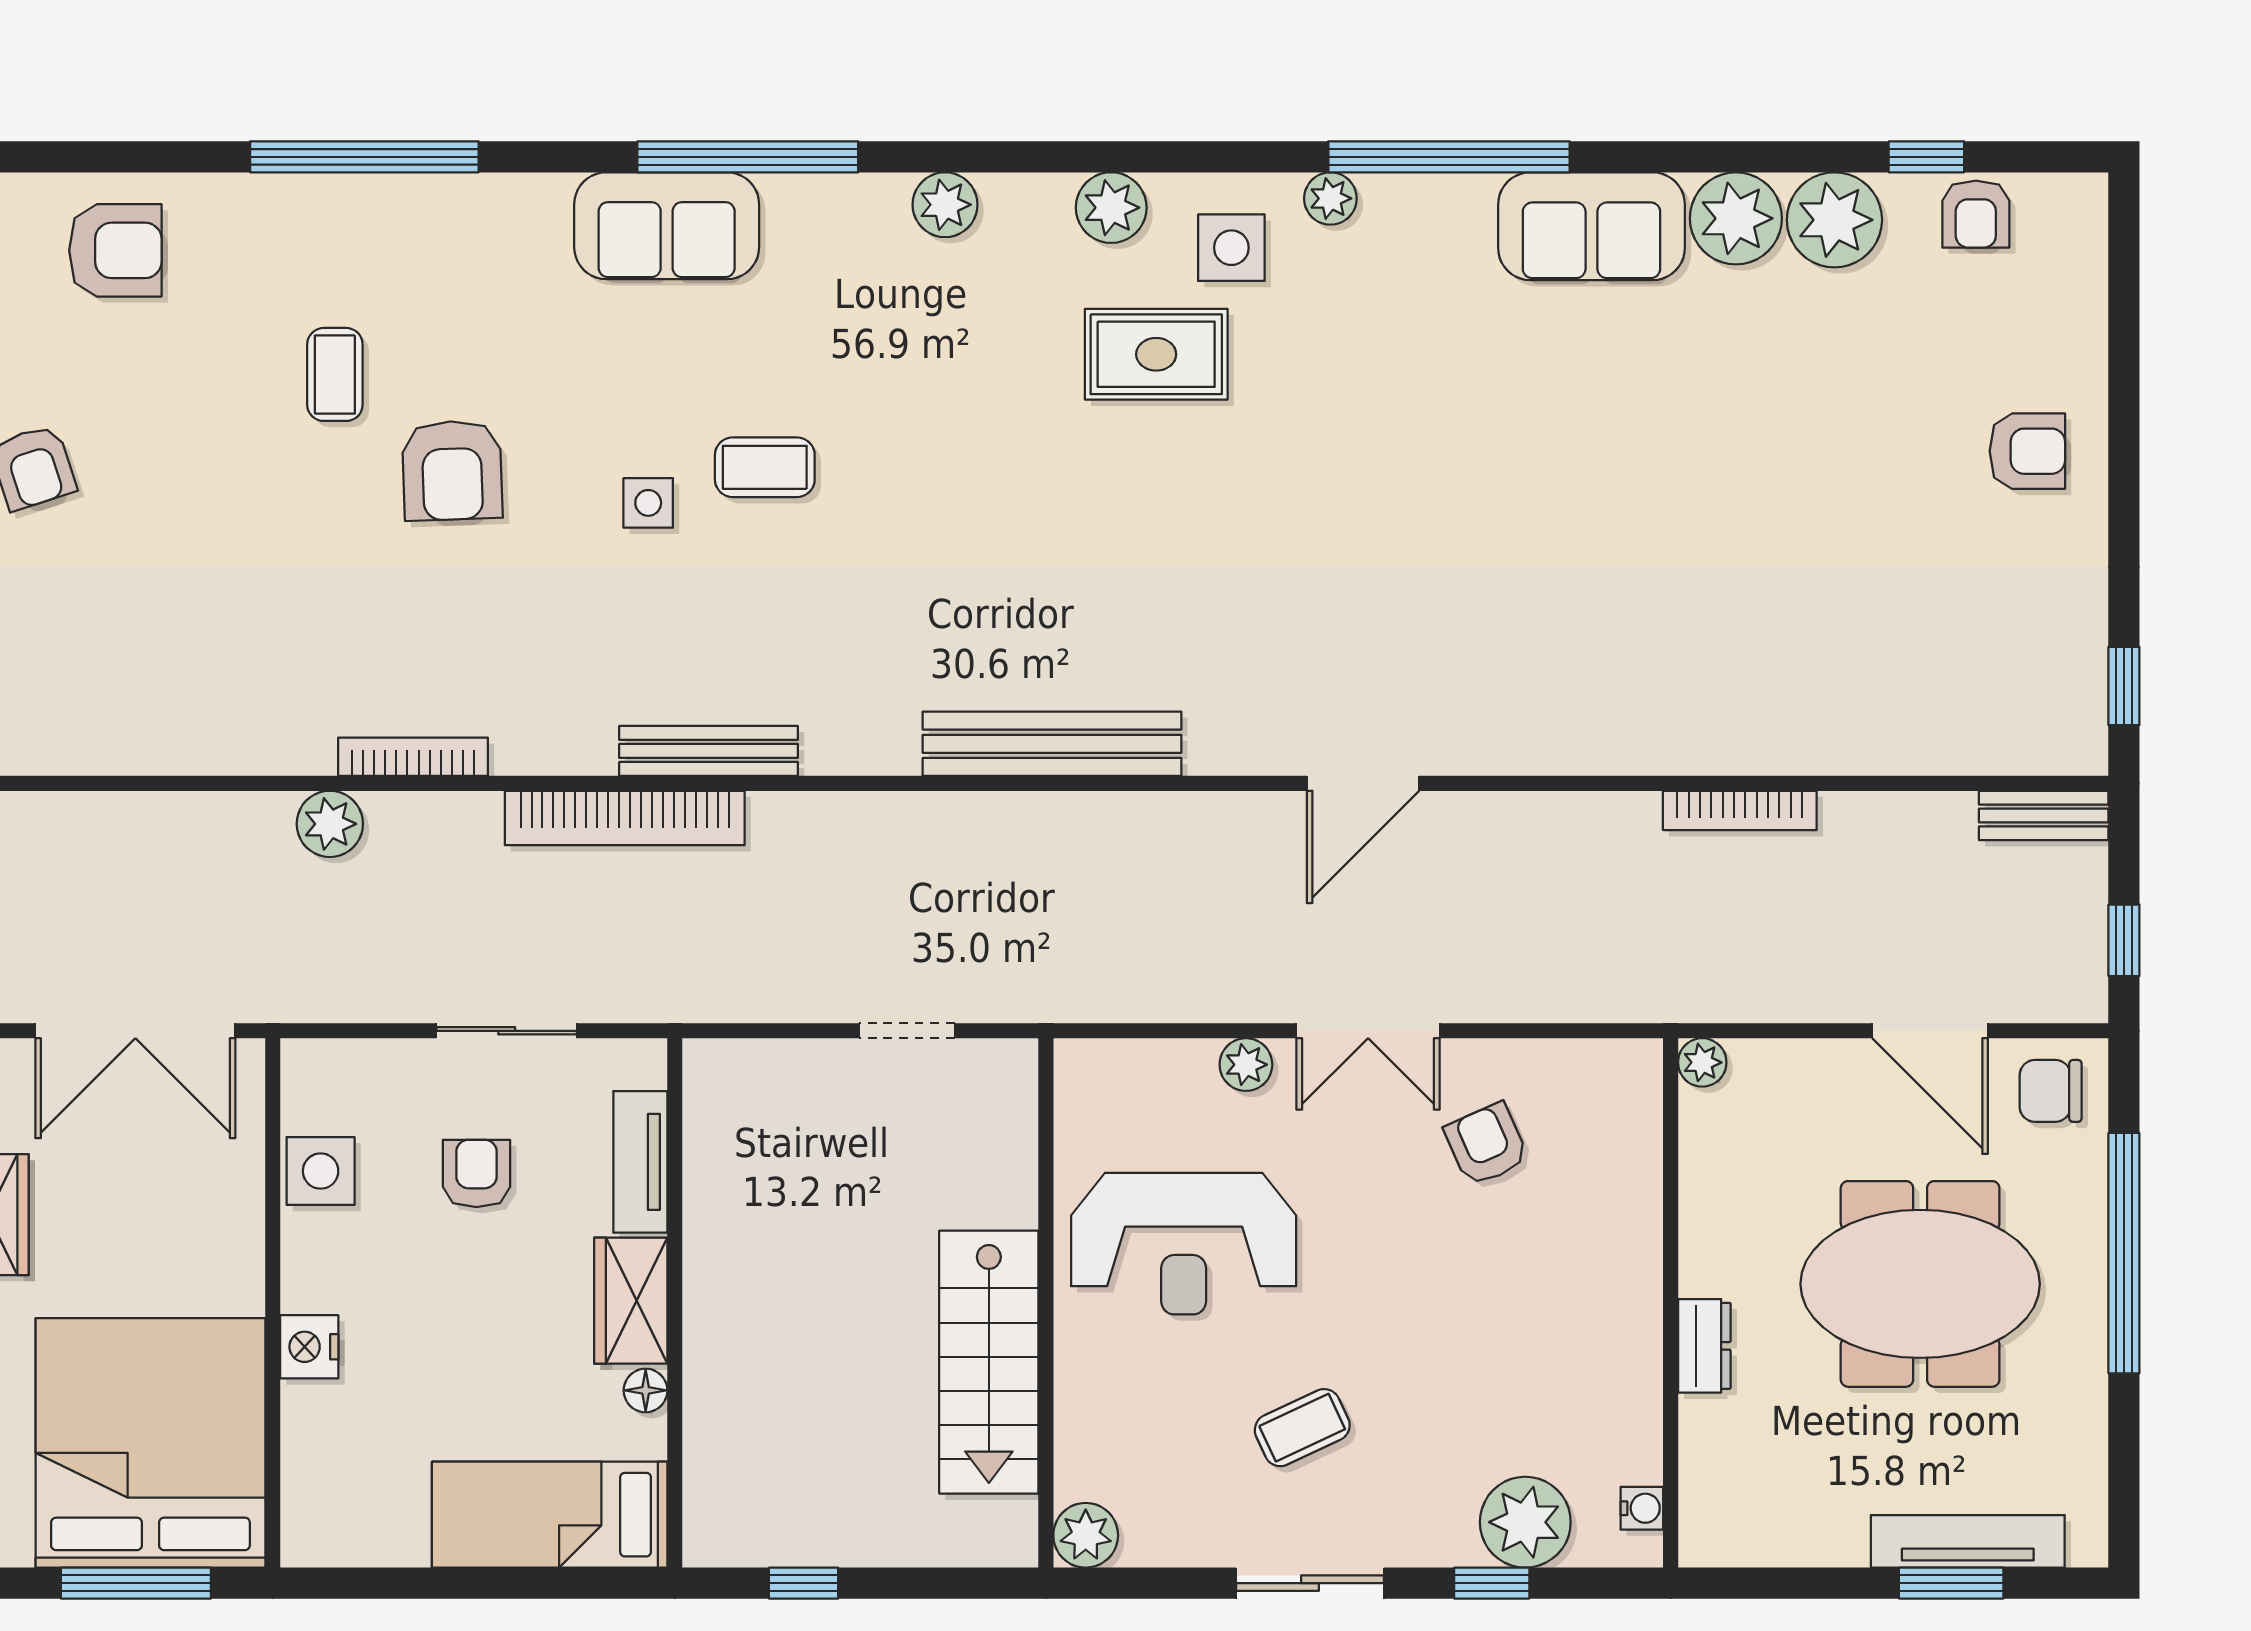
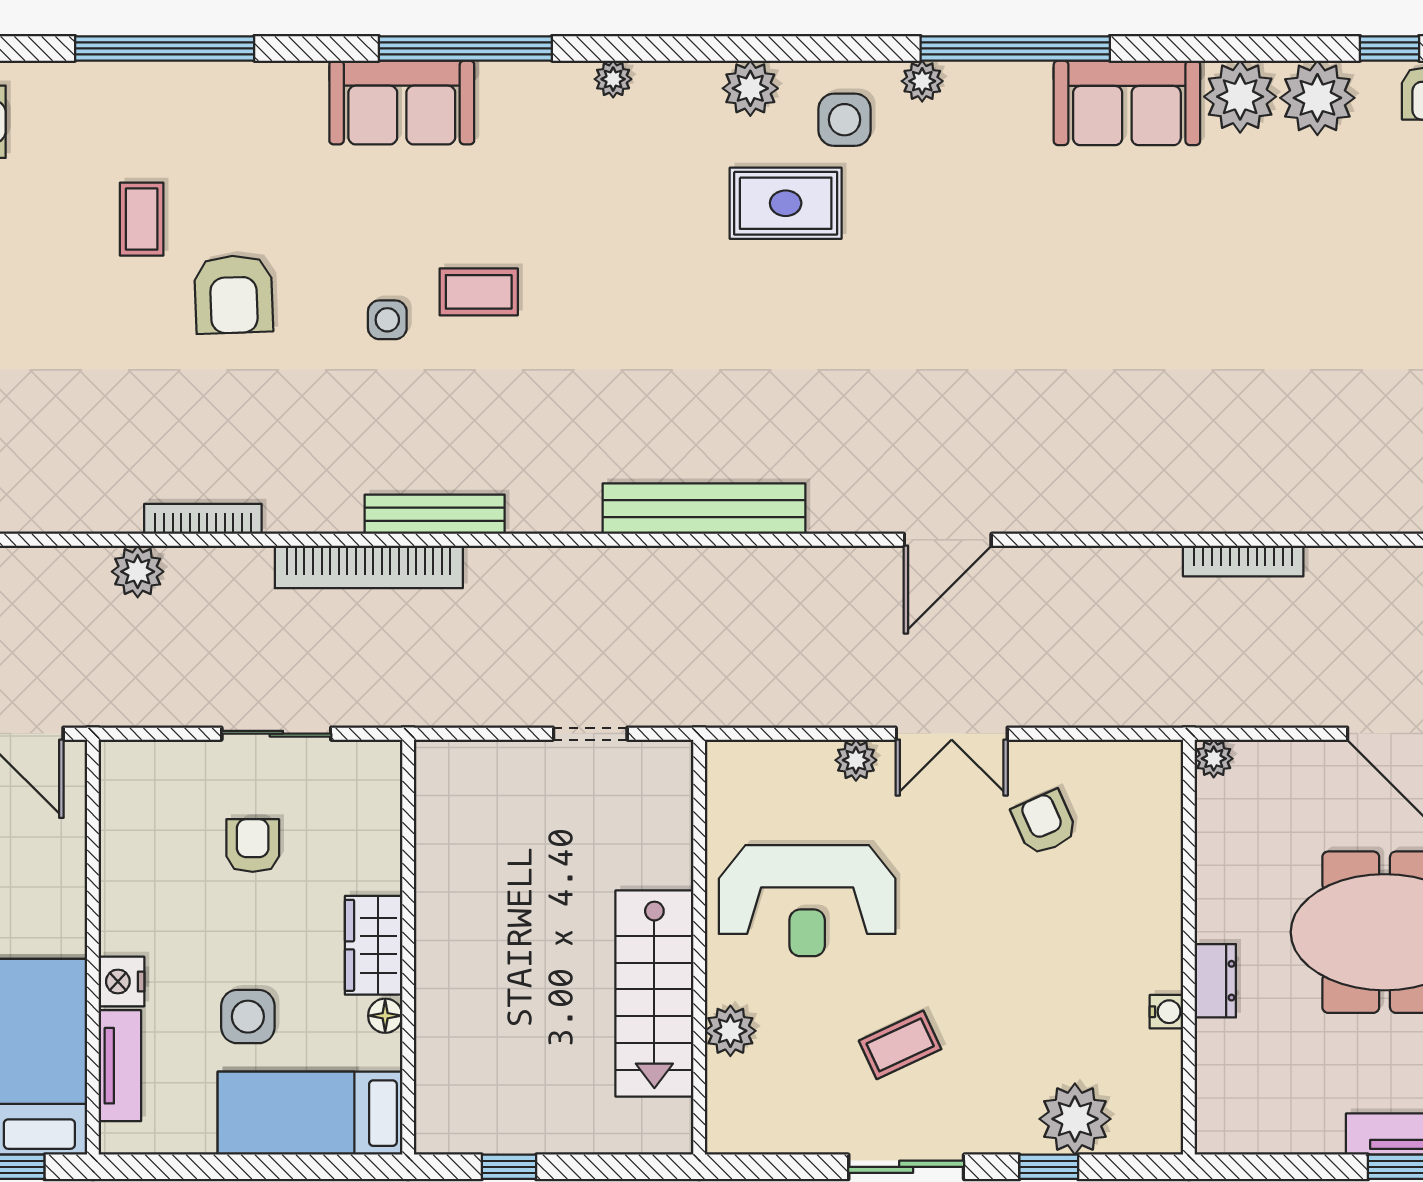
plant: (945, 205) -> (613, 79), width x0.73, depth x0.73
tv unit: (640, 1162) -> (120, 1066), moved, turned 180
side table: (321, 1171) -> (248, 1017), moved
water cooler: (1642, 1508) -> (1166, 1012), moved
plant: (1086, 1535) -> (730, 1031), moved

